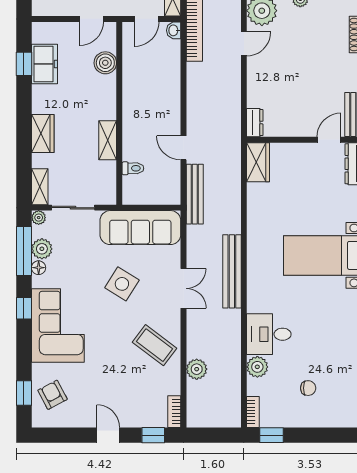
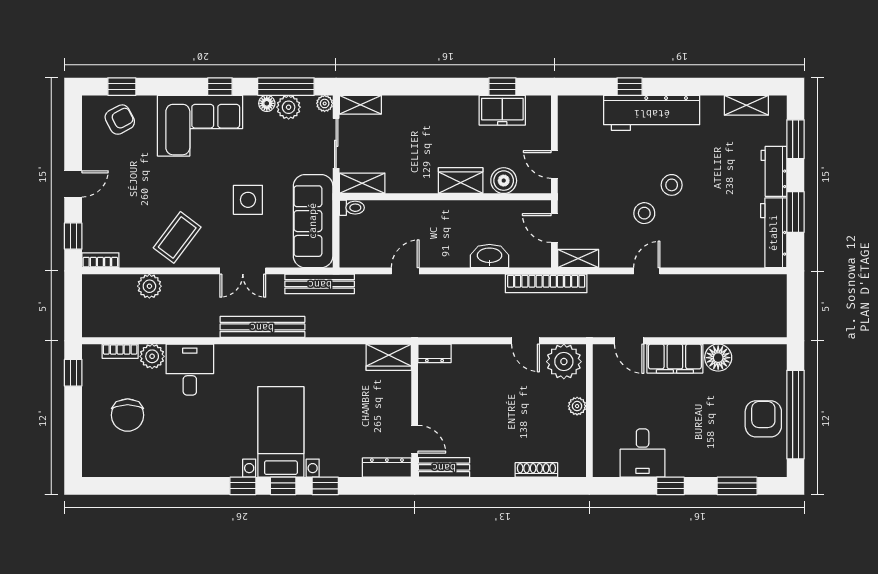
washbasin: (174, 30) -> (489, 256), moved, width x1.91, depth x1.45
wardrobe: (43, 134) -> (461, 181), moved, turned 180
shelving: (108, 140) -> (362, 183), moved
toilet: (133, 168) -> (352, 208), moved, turned -90
bench: (195, 194) -> (320, 284), moved
side table: (122, 284) -> (248, 200), turned -32
chair: (308, 388) -> (128, 415), width x1.87, depth x1.87
bookcase: (253, 412) -> (120, 351), moved

